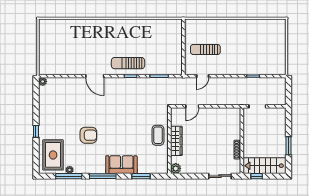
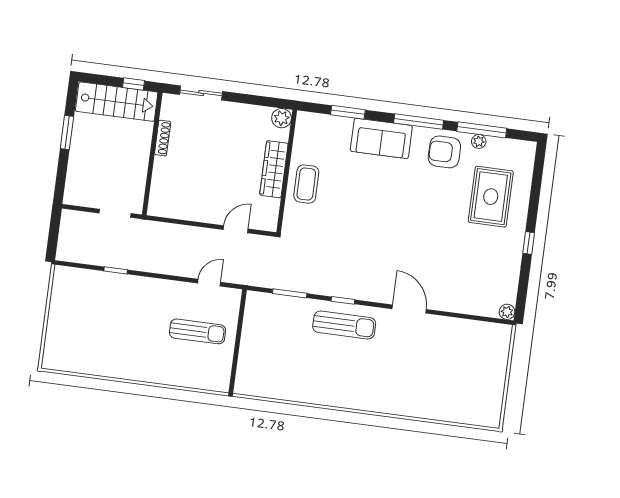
window: (36, 131) -> (529, 243), moved
armchair: (88, 135) -> (444, 152), moved
rug: (53, 155) -> (491, 197), moved

